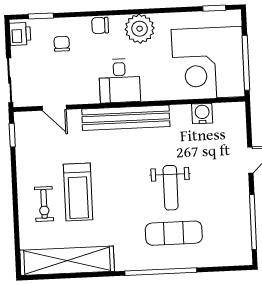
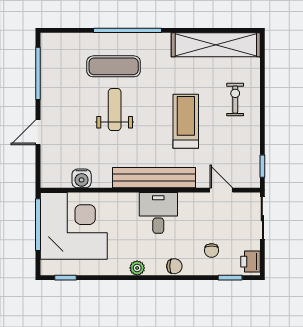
plant: (140, 29) -> (137, 268), width x0.53, depth x0.53
treadmill: (78, 192) -> (186, 121), moved

